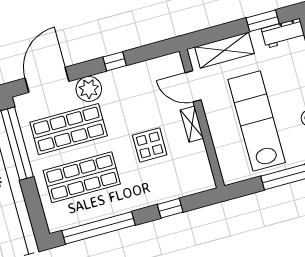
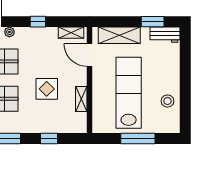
shelving: (161, 64) -> (71, 33), added
plant: (89, 89) -> (9, 32), width x0.53, depth x0.53
shelving: (192, 124) -> (81, 99), moved

